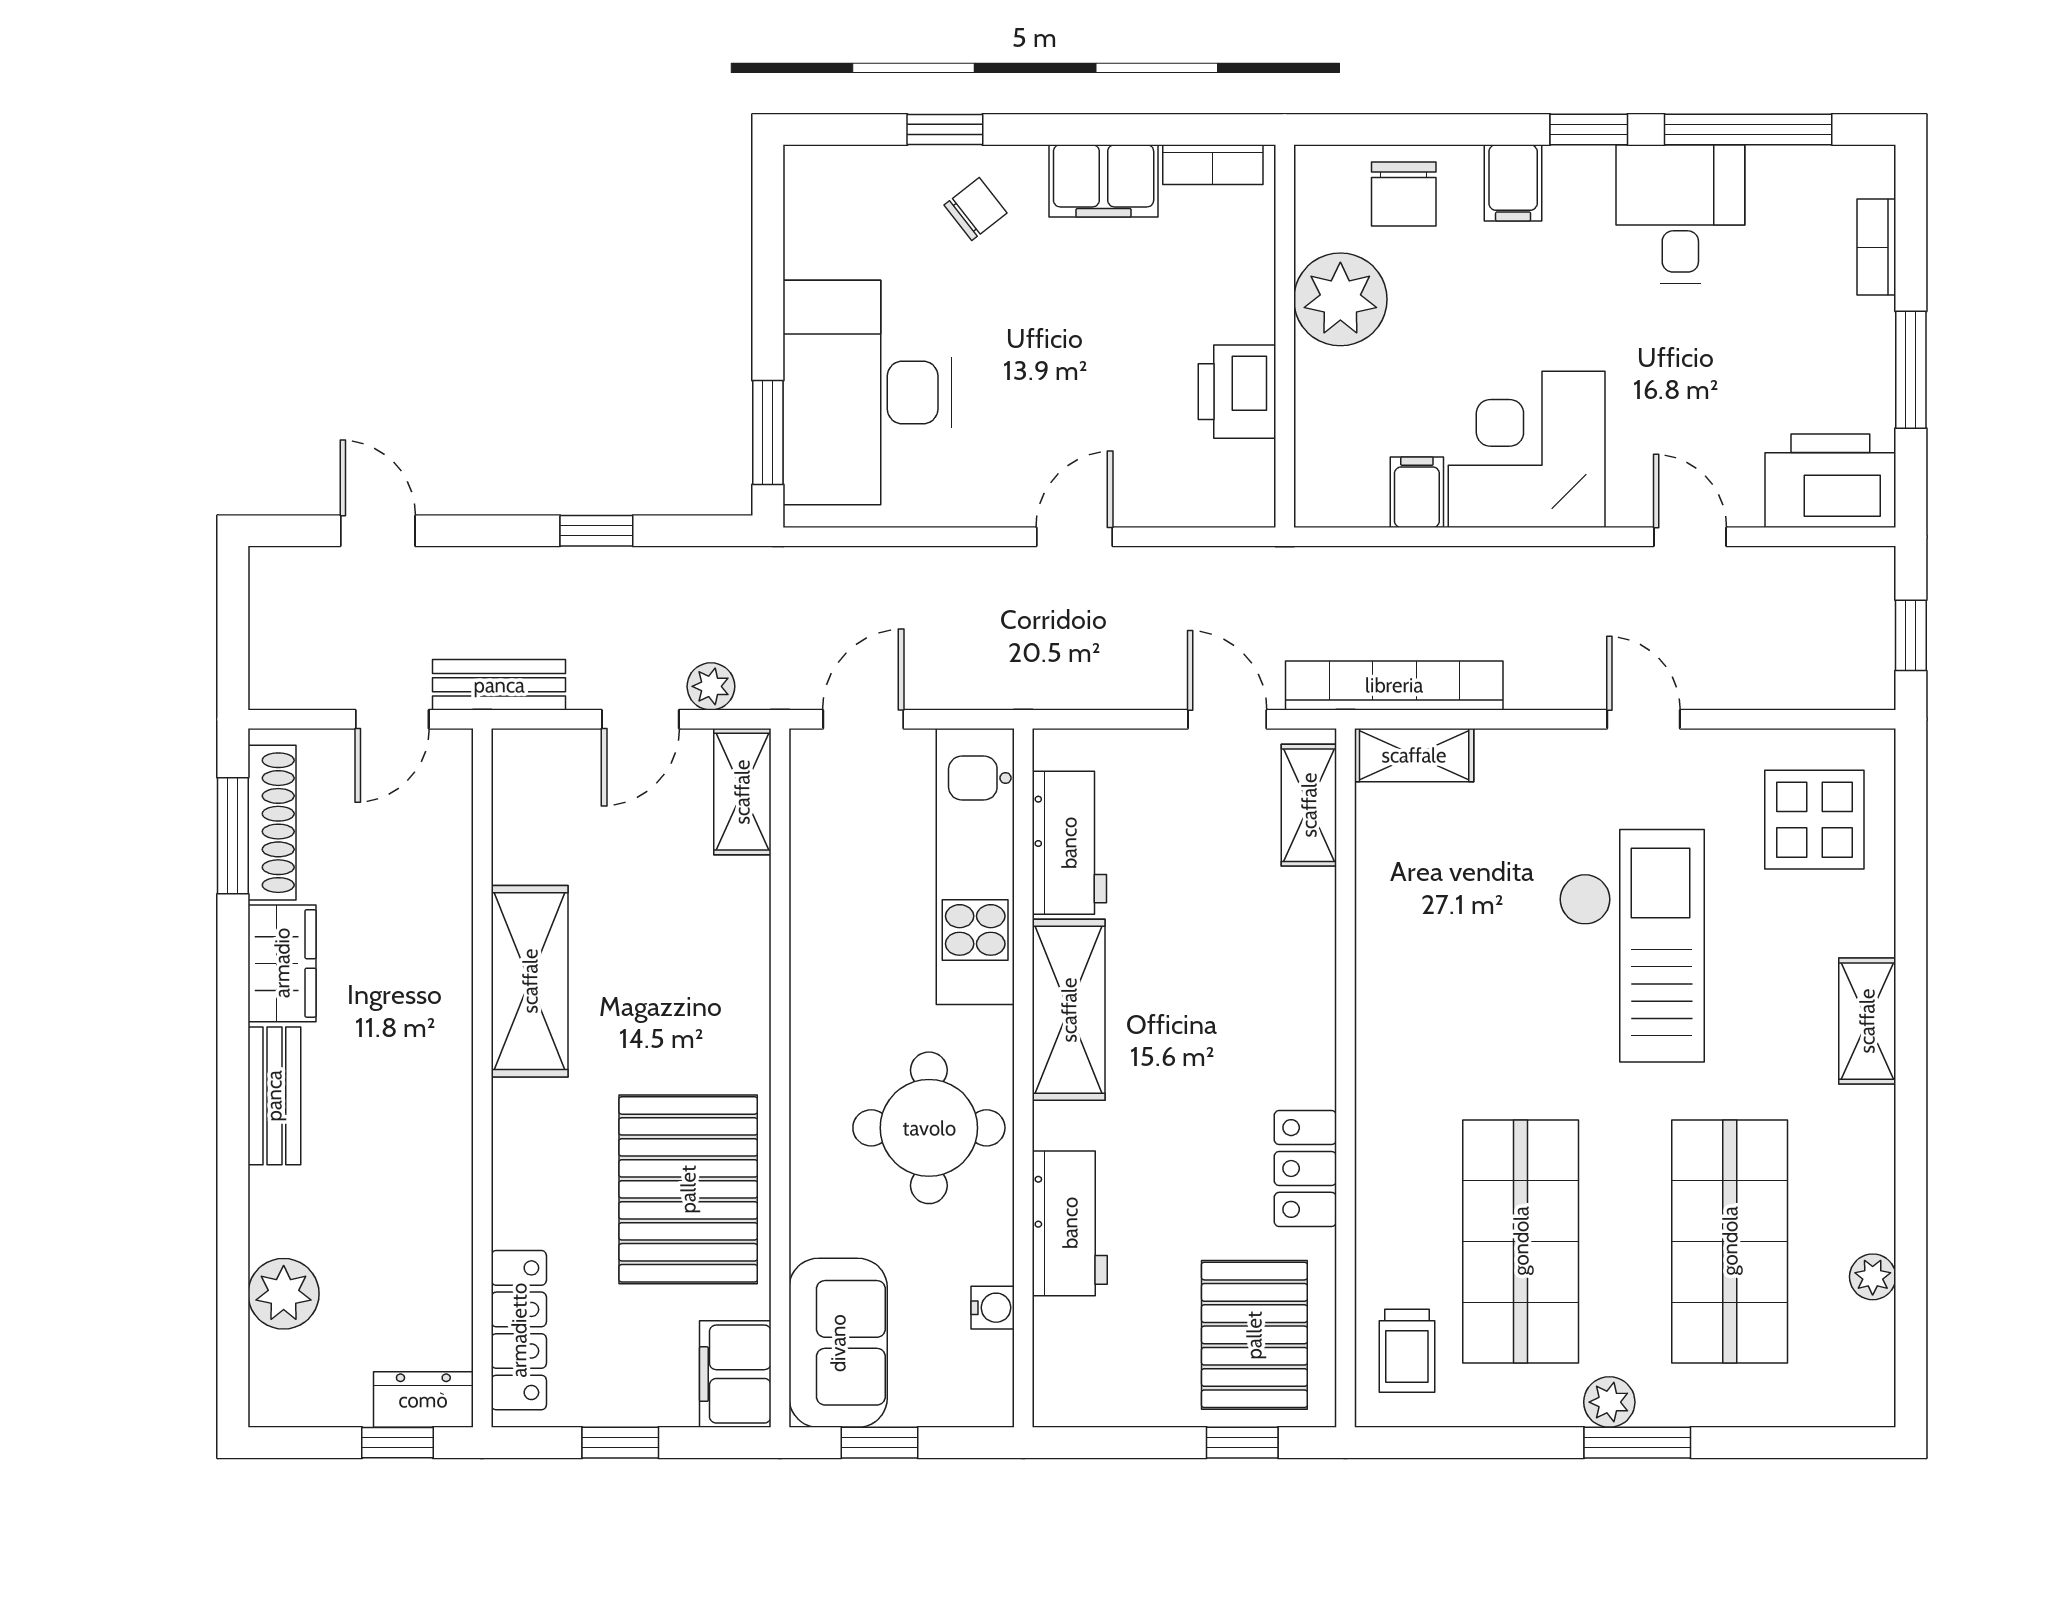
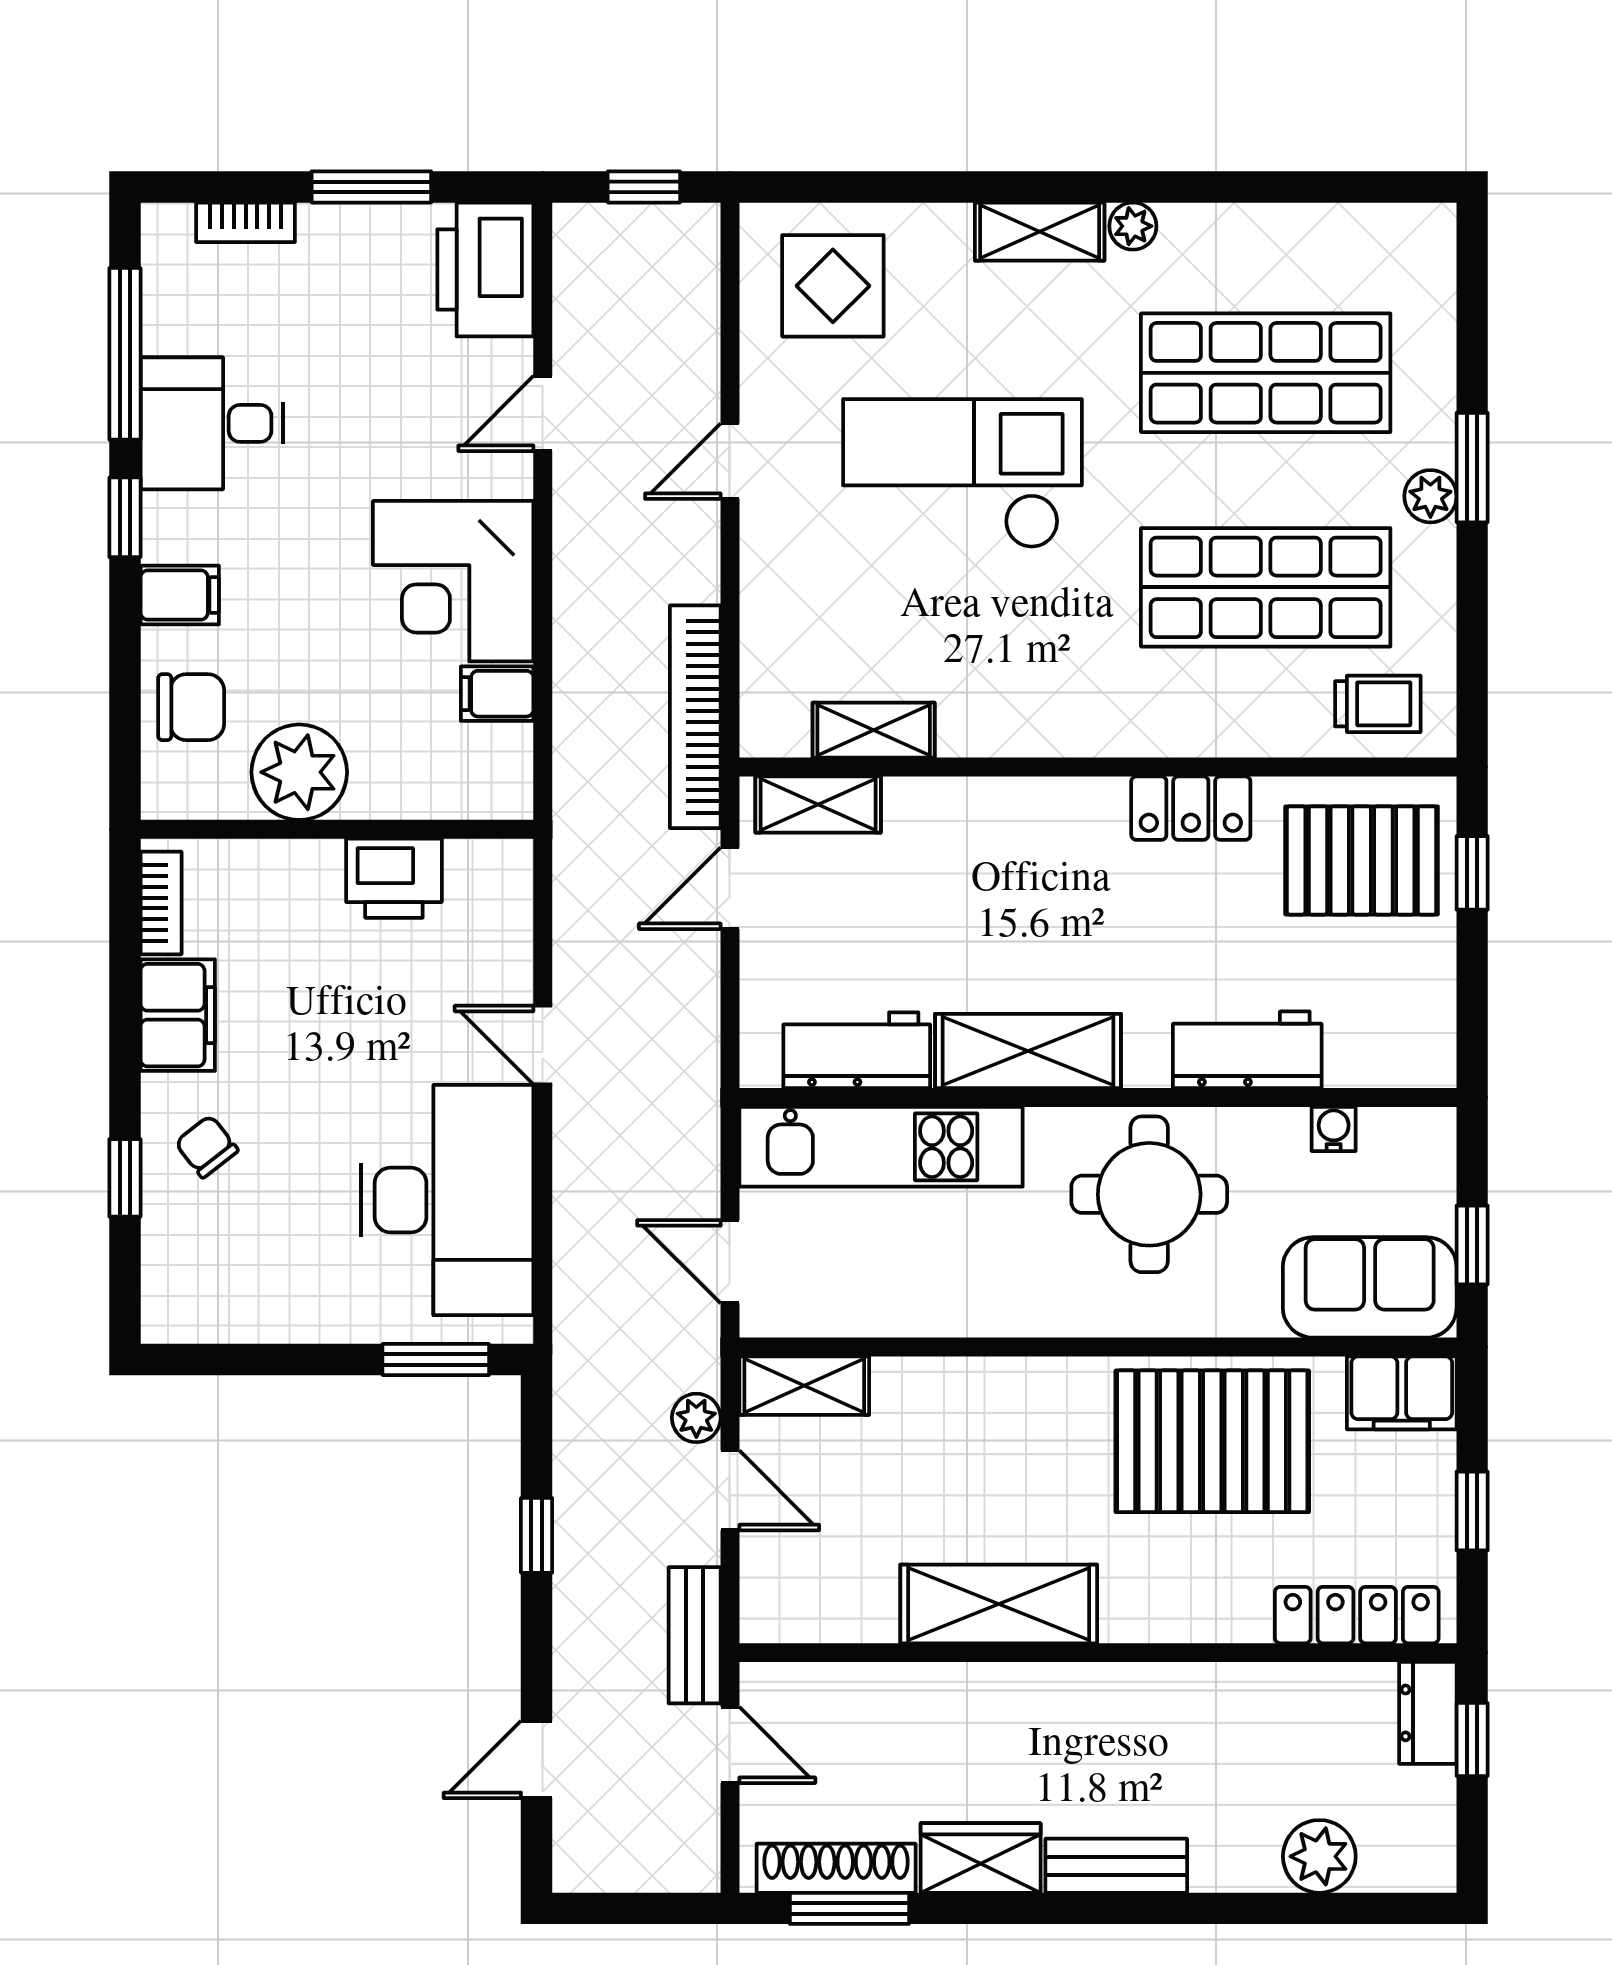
desk: (867, 393) -> (447, 1200), moved, turned -90
shelving: (1414, 755) -> (874, 730), moved, turned 90
plant: (1873, 1277) -> (1133, 226), moved

